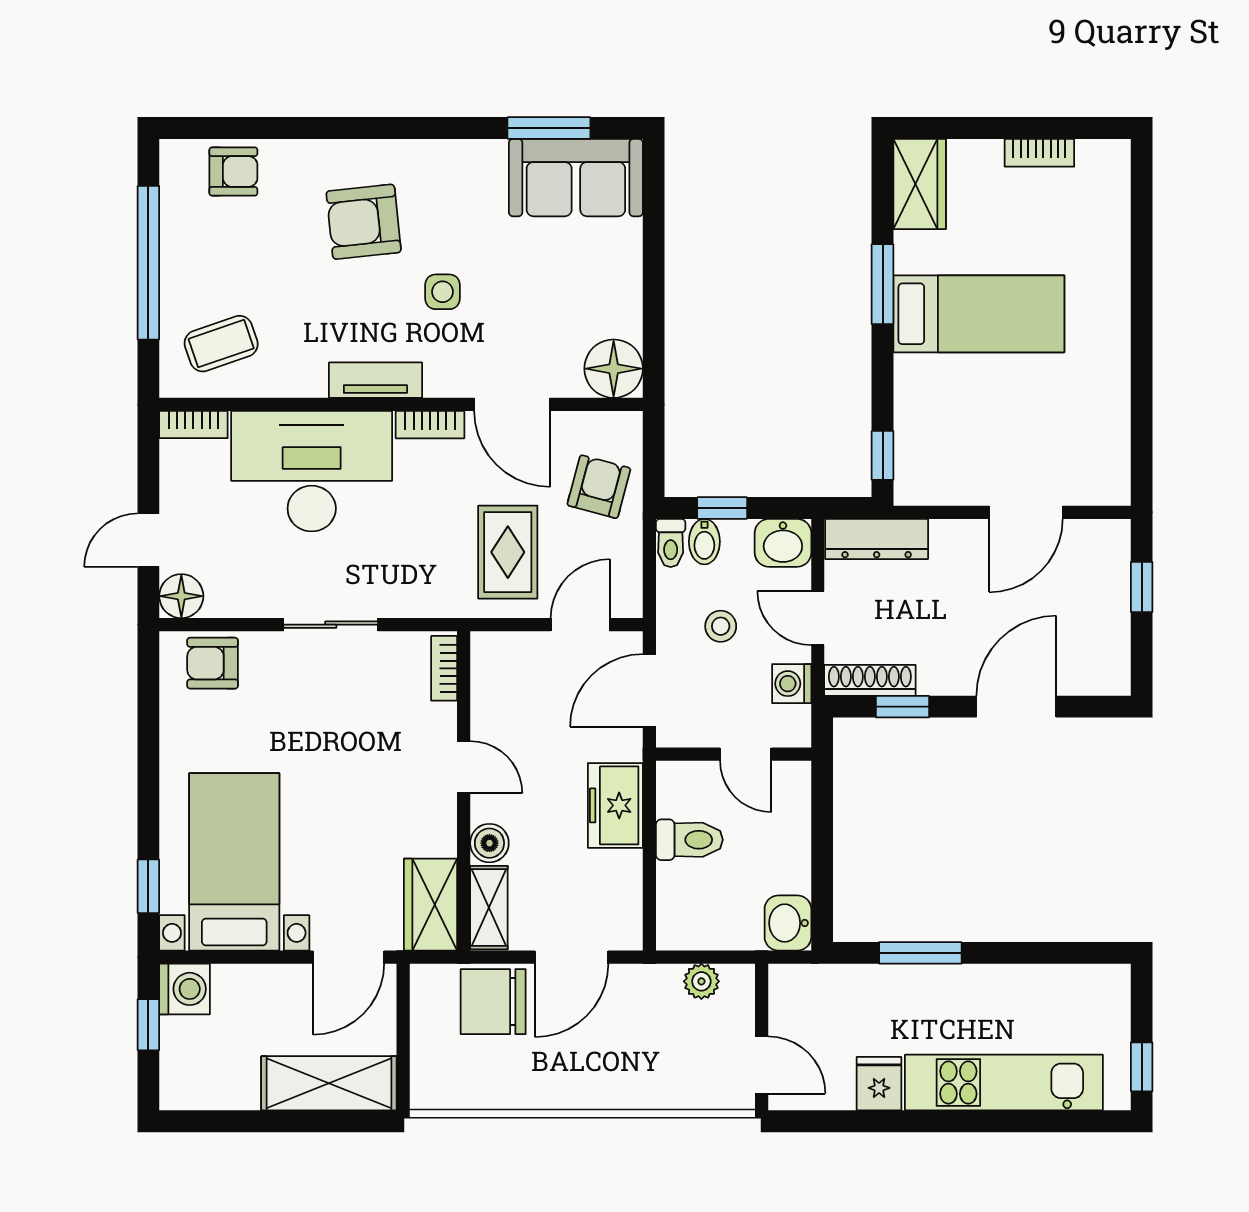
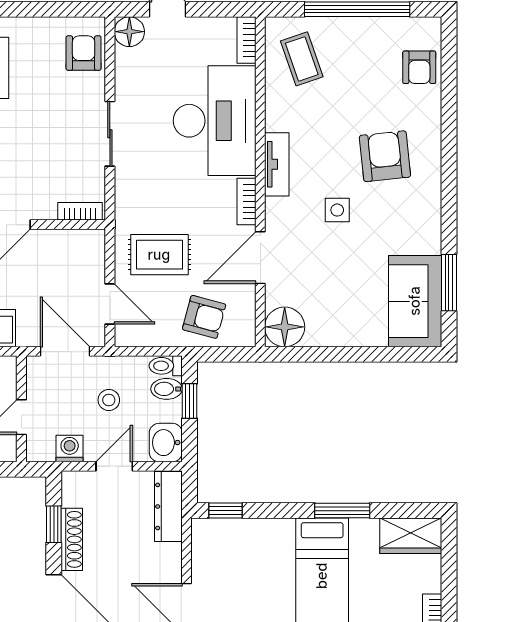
shoe rack: (870, 680) -> (72, 539), moved

